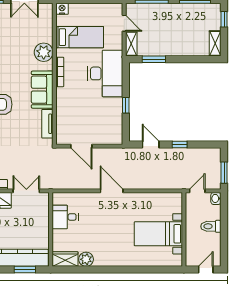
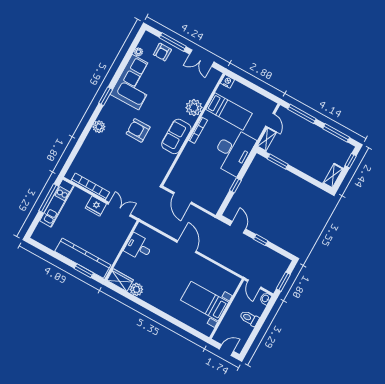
tv unit: (47, 124) -> (166, 166), removed
door: (197, 191) -> (254, 284), swing flipped

